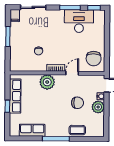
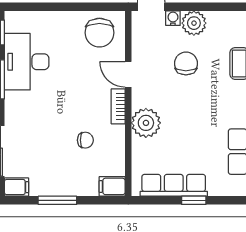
chair: (94, 59) -> (99, 33), turned 90
filing cabinet: (15, 65) -> (112, 186), added

